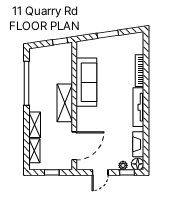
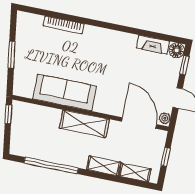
tv unit: (138, 107) -> (108, 35), removed
plant: (123, 165) -> (165, 118), moved

